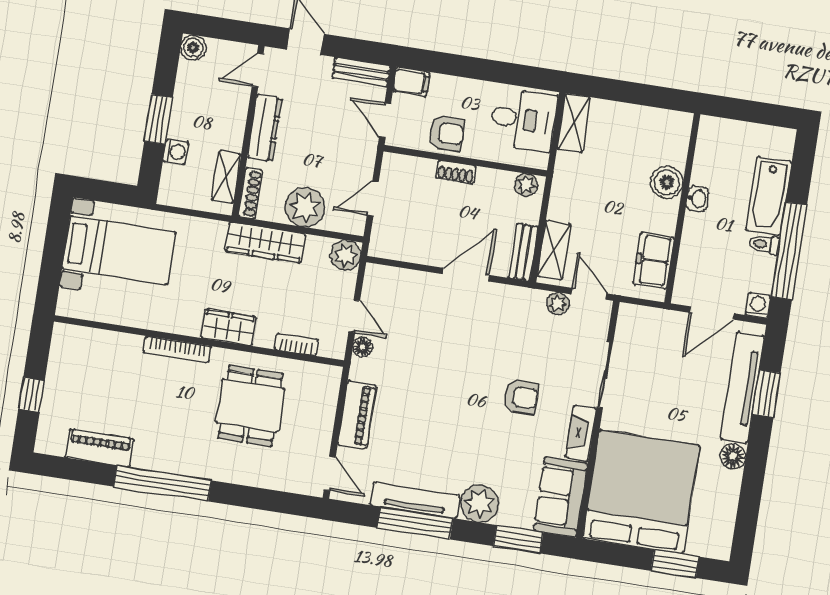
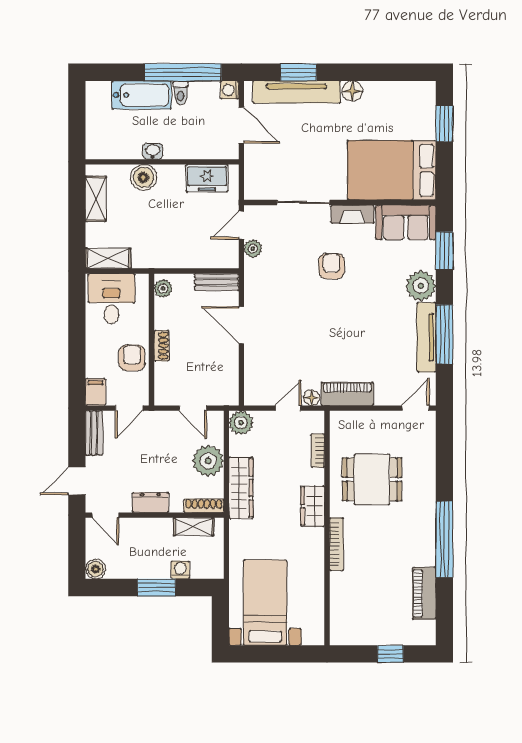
dresser: (265, 128) -> (150, 502), width x0.70
shelving: (554, 250) -> (96, 199), moved, turned 90
piano: (357, 415) -> (347, 394), moved
bed: (641, 492) -> (392, 170), width x0.73

